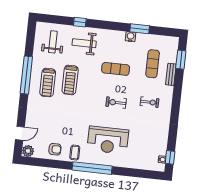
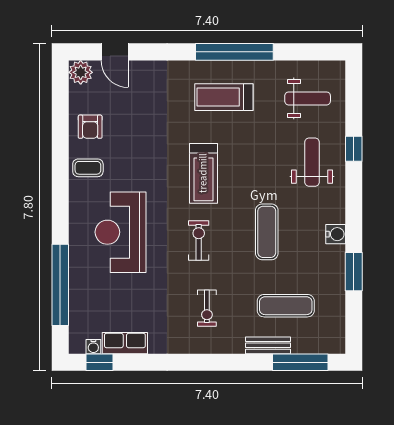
water cooler: (130, 37) -> (336, 234), moved
window: (181, 60) -> (300, 362), width x1.44
treadmill: (70, 80) -> (203, 173), moved, turned -90
row of seats: (162, 144) -> (125, 343), added
window: (92, 168) -> (60, 285), moved

